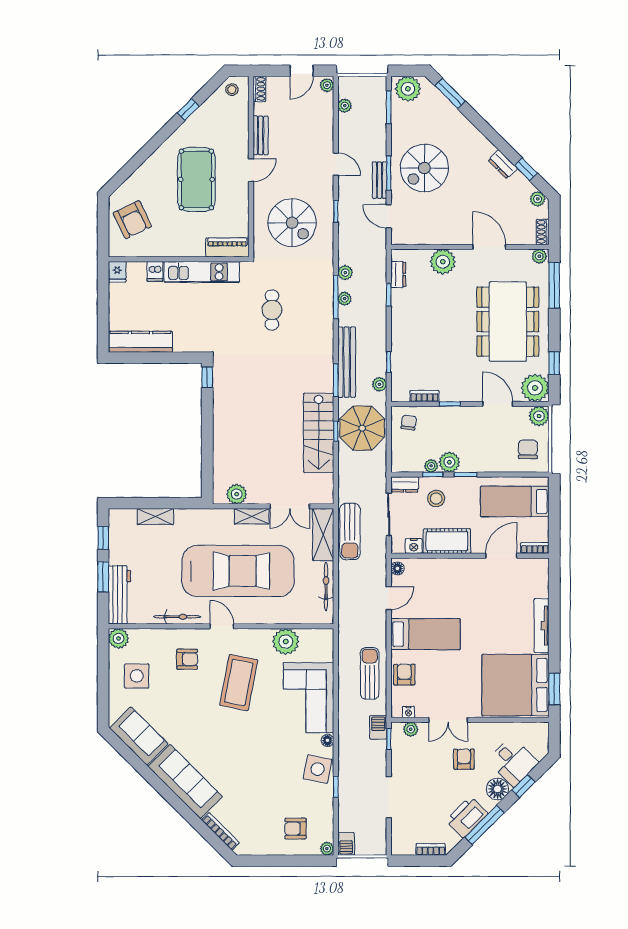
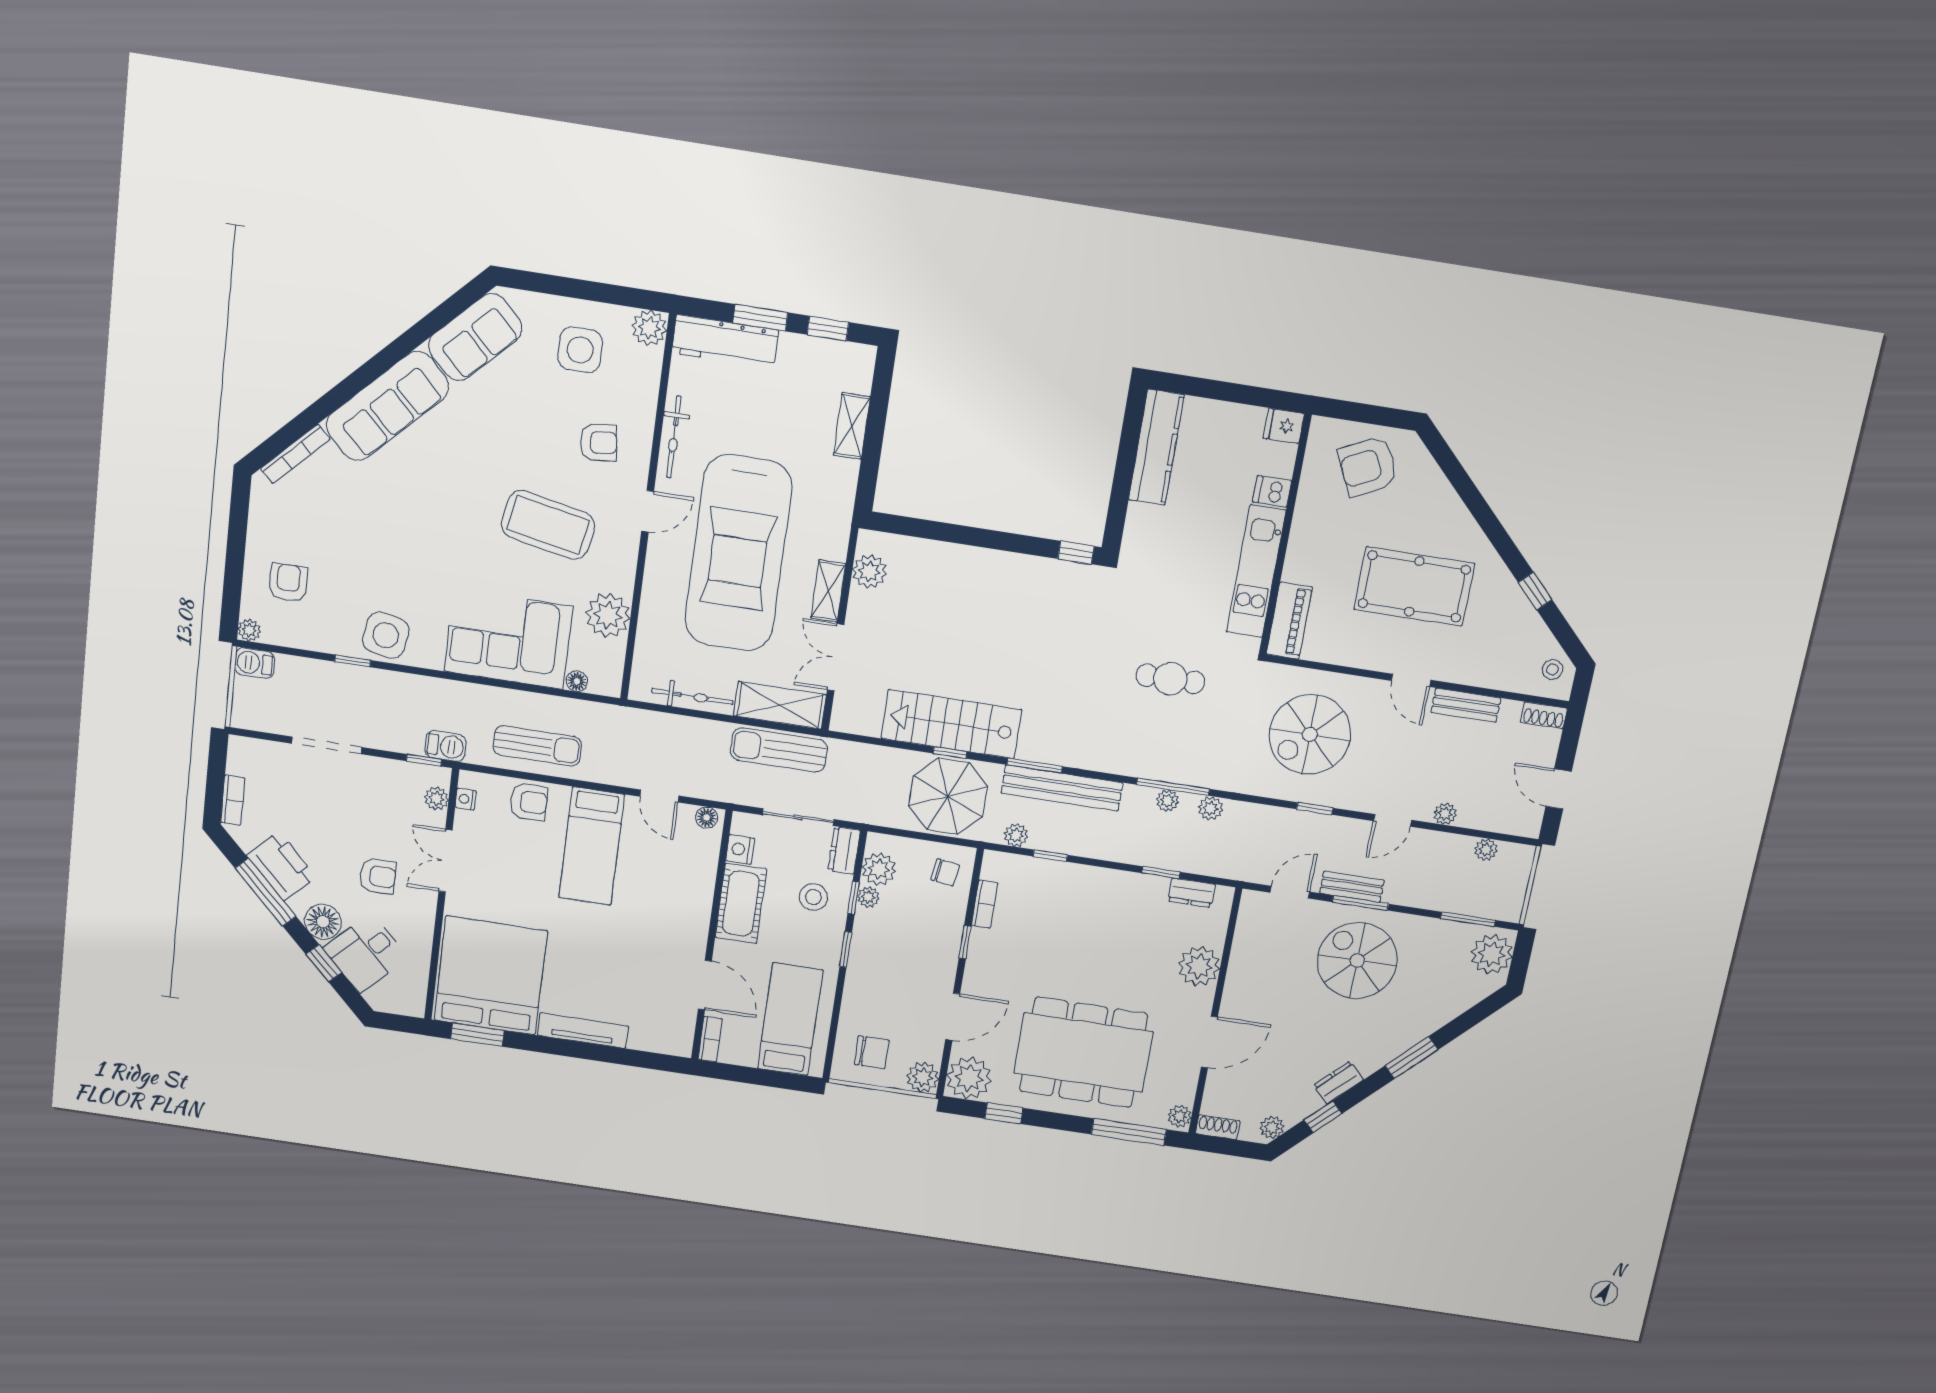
plant: (327, 85) -> (1445, 814), moved
window: (450, 94) -> (1412, 1058), moved
plant: (449, 462) -> (879, 869), moved
armchair: (187, 659) -> (599, 443), turned -97
floor lamp: (327, 740) -> (577, 681), moved

